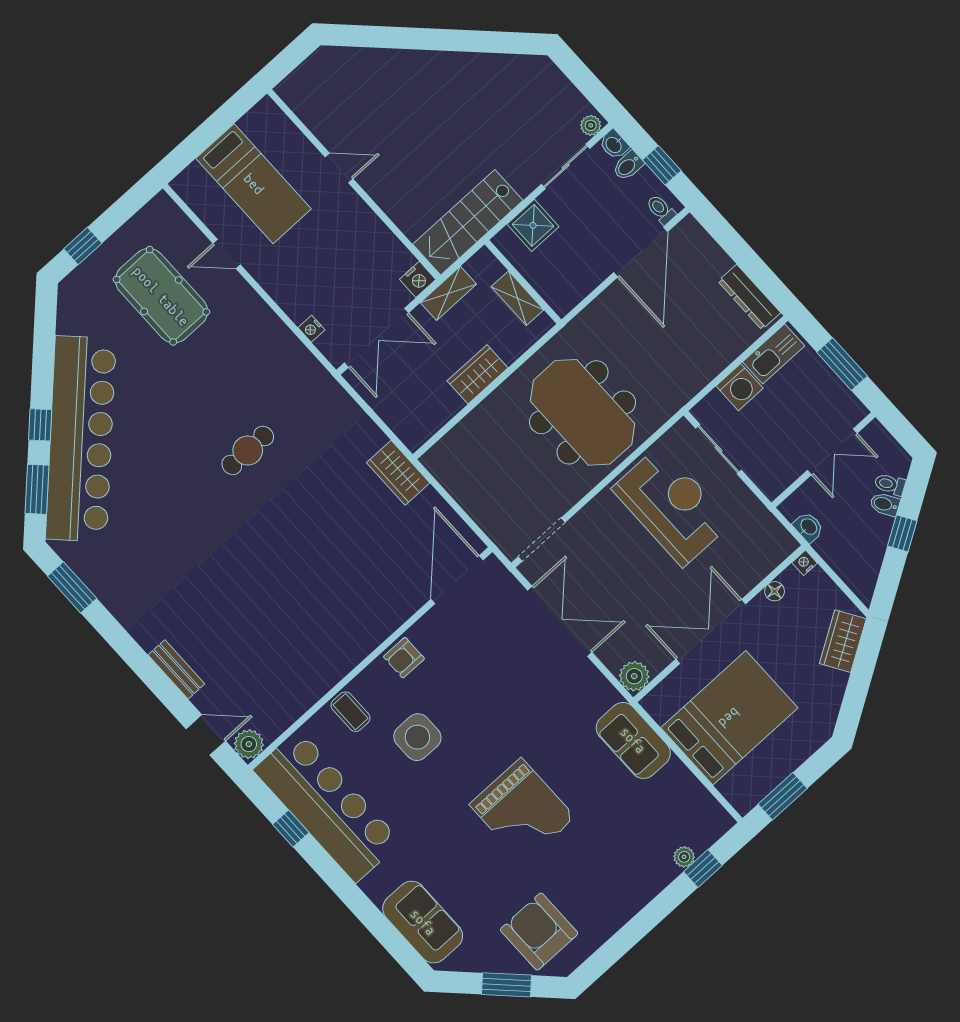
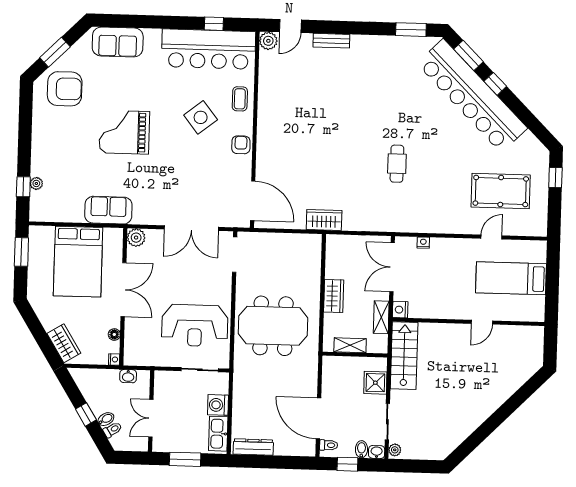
coffee table: (350, 712) -> (240, 99), turned 90
side table: (417, 737) -> (201, 117), turned -38

